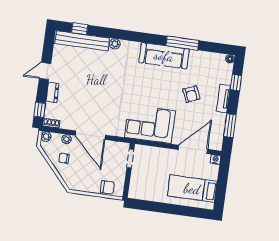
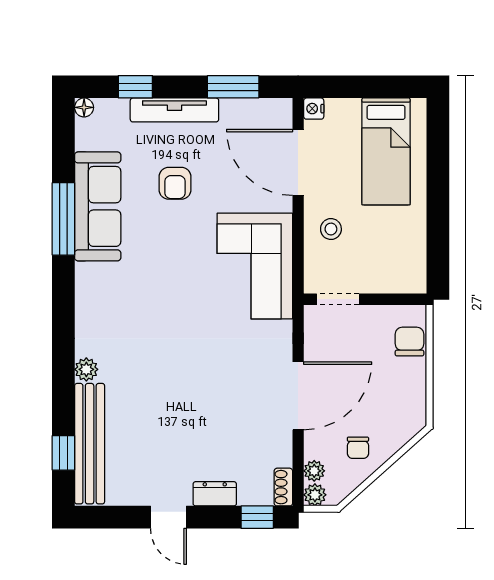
sofa: (164, 56) -> (98, 206), moved
armchair: (191, 94) -> (175, 183), turned 113
tv unit: (223, 98) -> (174, 110), width x1.41
plant: (66, 139) -> (314, 471), moved
stool: (162, 160) -> (331, 229), added

